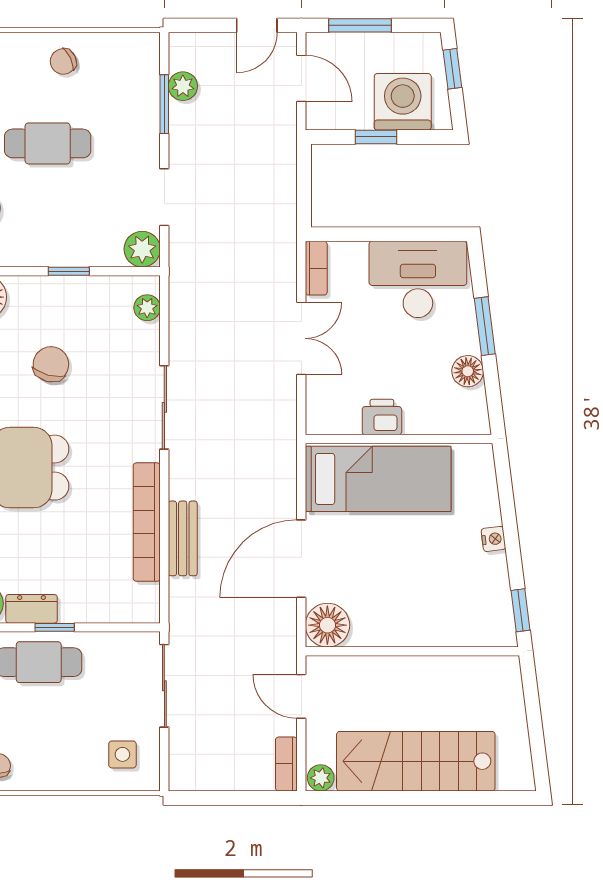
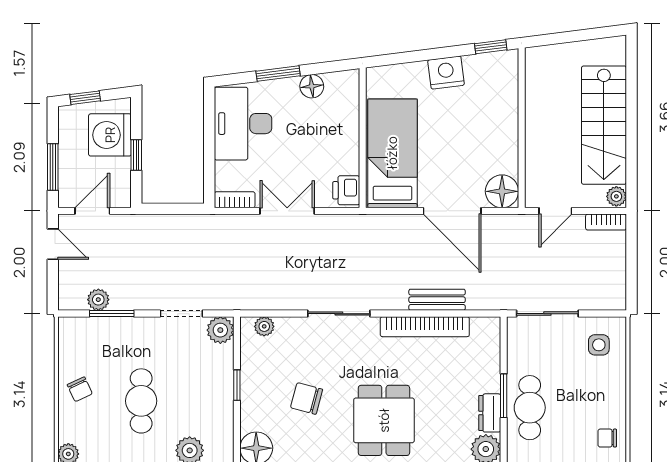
printer: (382, 417) -> (346, 190), moved
nightstand: (493, 539) -> (446, 73), width x1.89, depth x1.79
window: (55, 627) -> (504, 396), width x1.50

